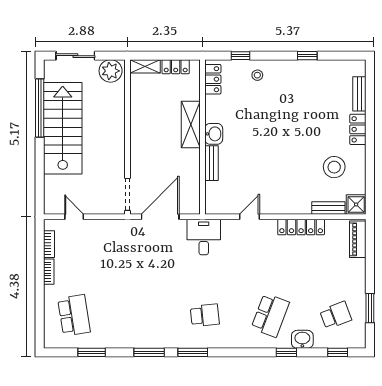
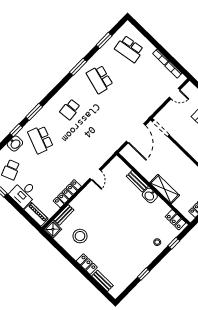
desk: (204, 237) -> (24, 193), moved, turned 90
school desk: (139, 315) -> (100, 79), added
window: (193, 352) -> (34, 112), moved

